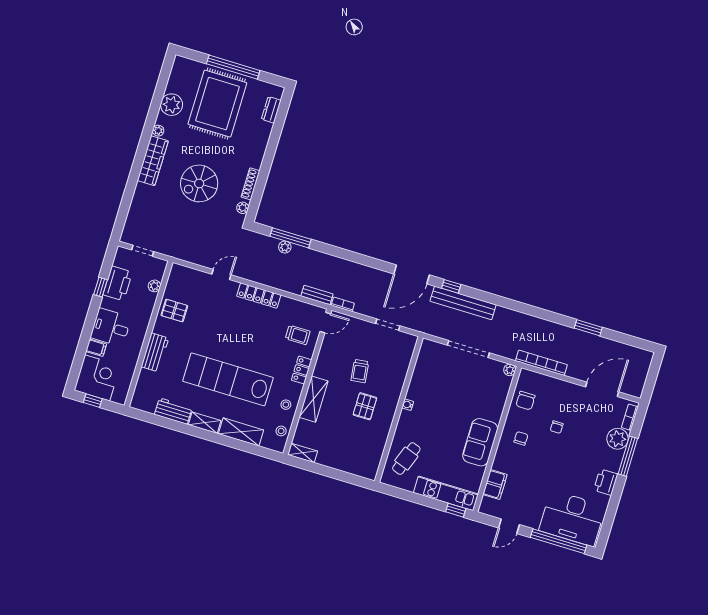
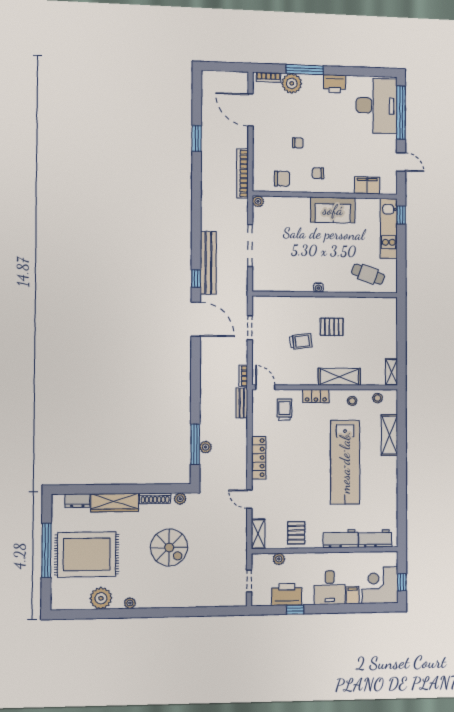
wardrobe: (153, 161) -> (115, 503), moved, turned 180
workbench: (173, 411) -> (375, 538), moved, turned 90
shelving: (205, 423) -> (258, 534), moved

